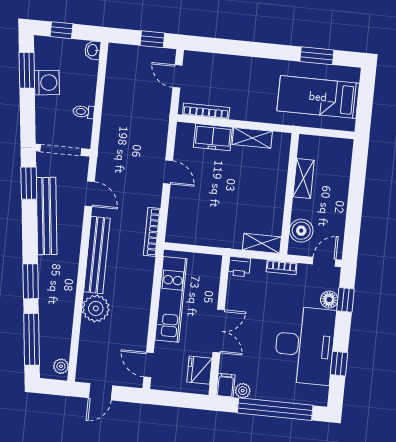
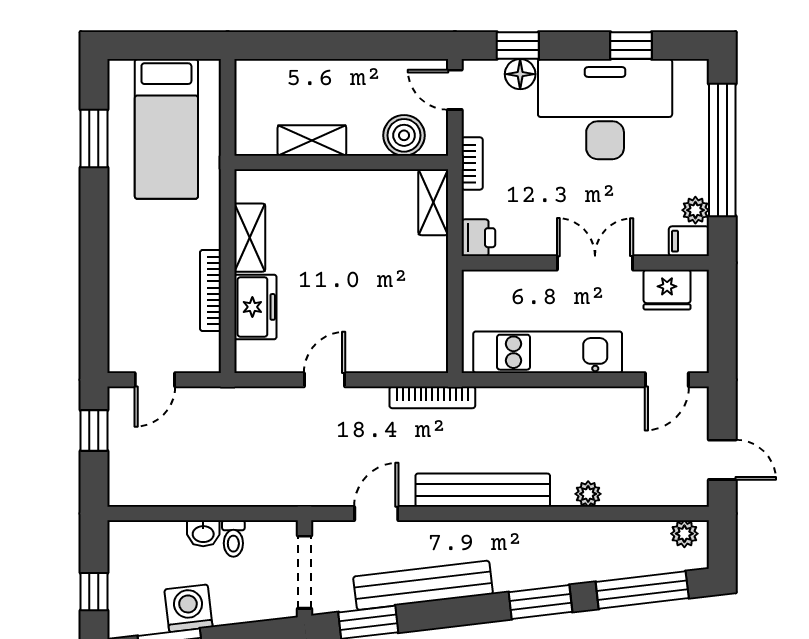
washbasin: (93, 50) -> (203, 533), moved
bookcase: (206, 111) -> (211, 291), moved
plant: (96, 308) -> (588, 494), width x0.53, depth x0.53

